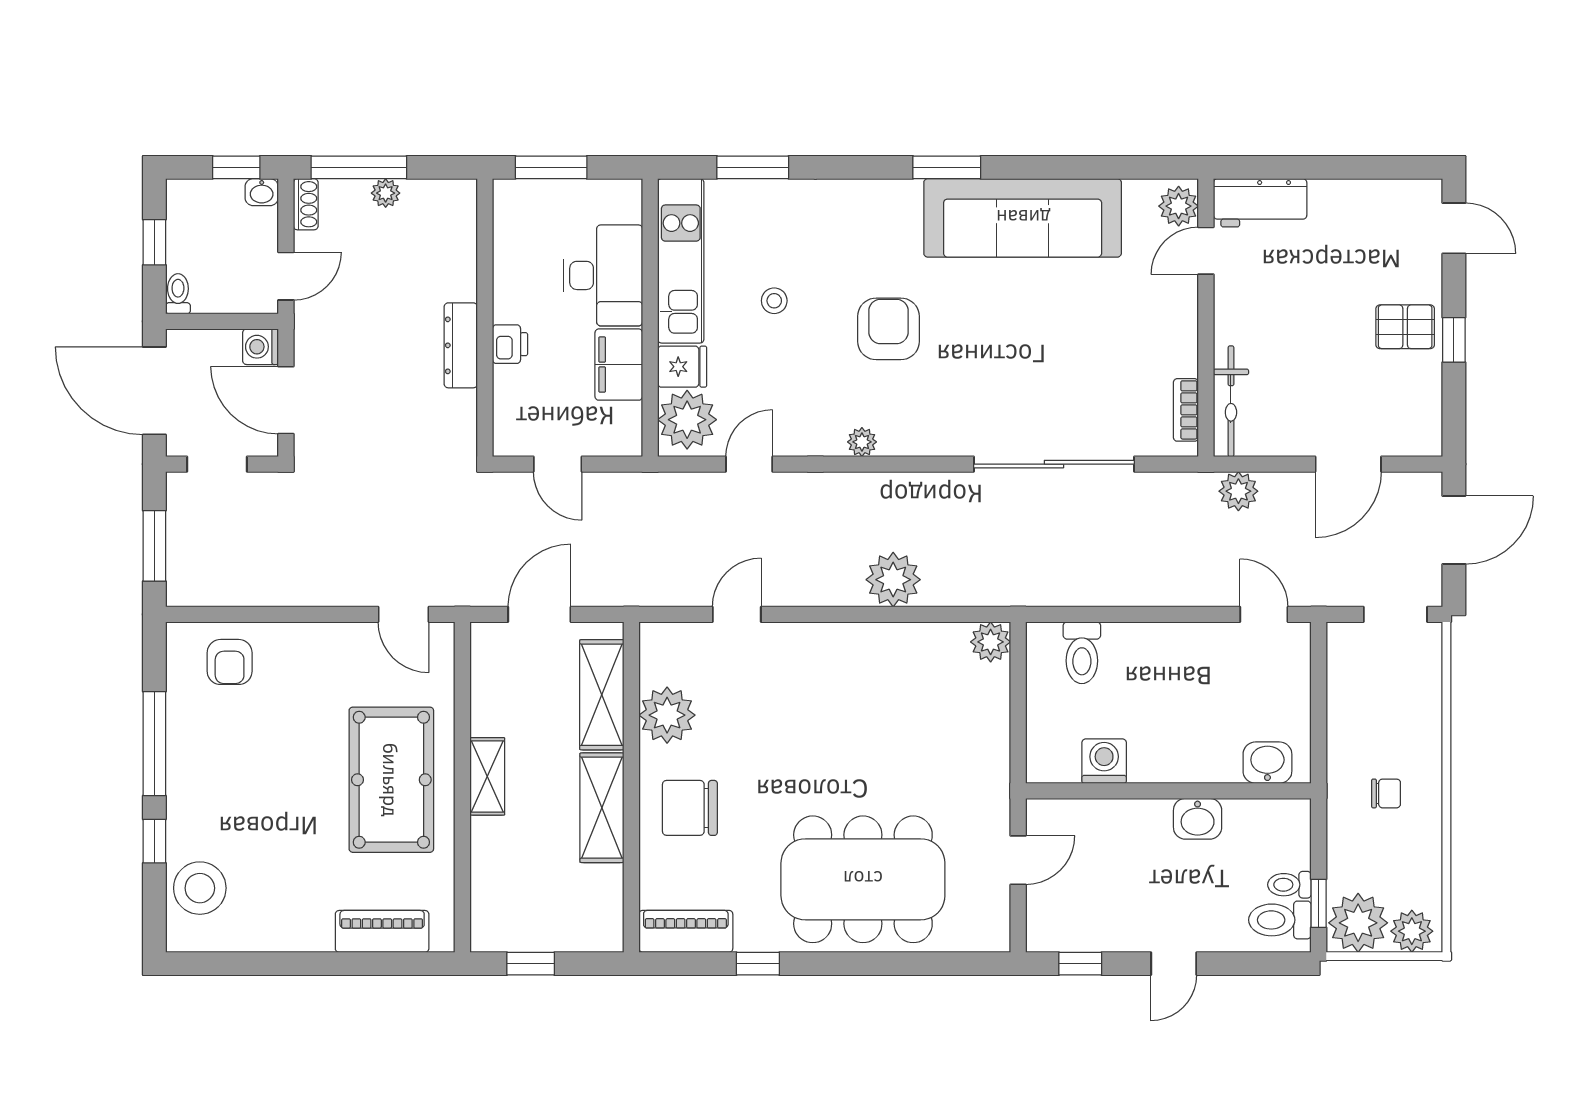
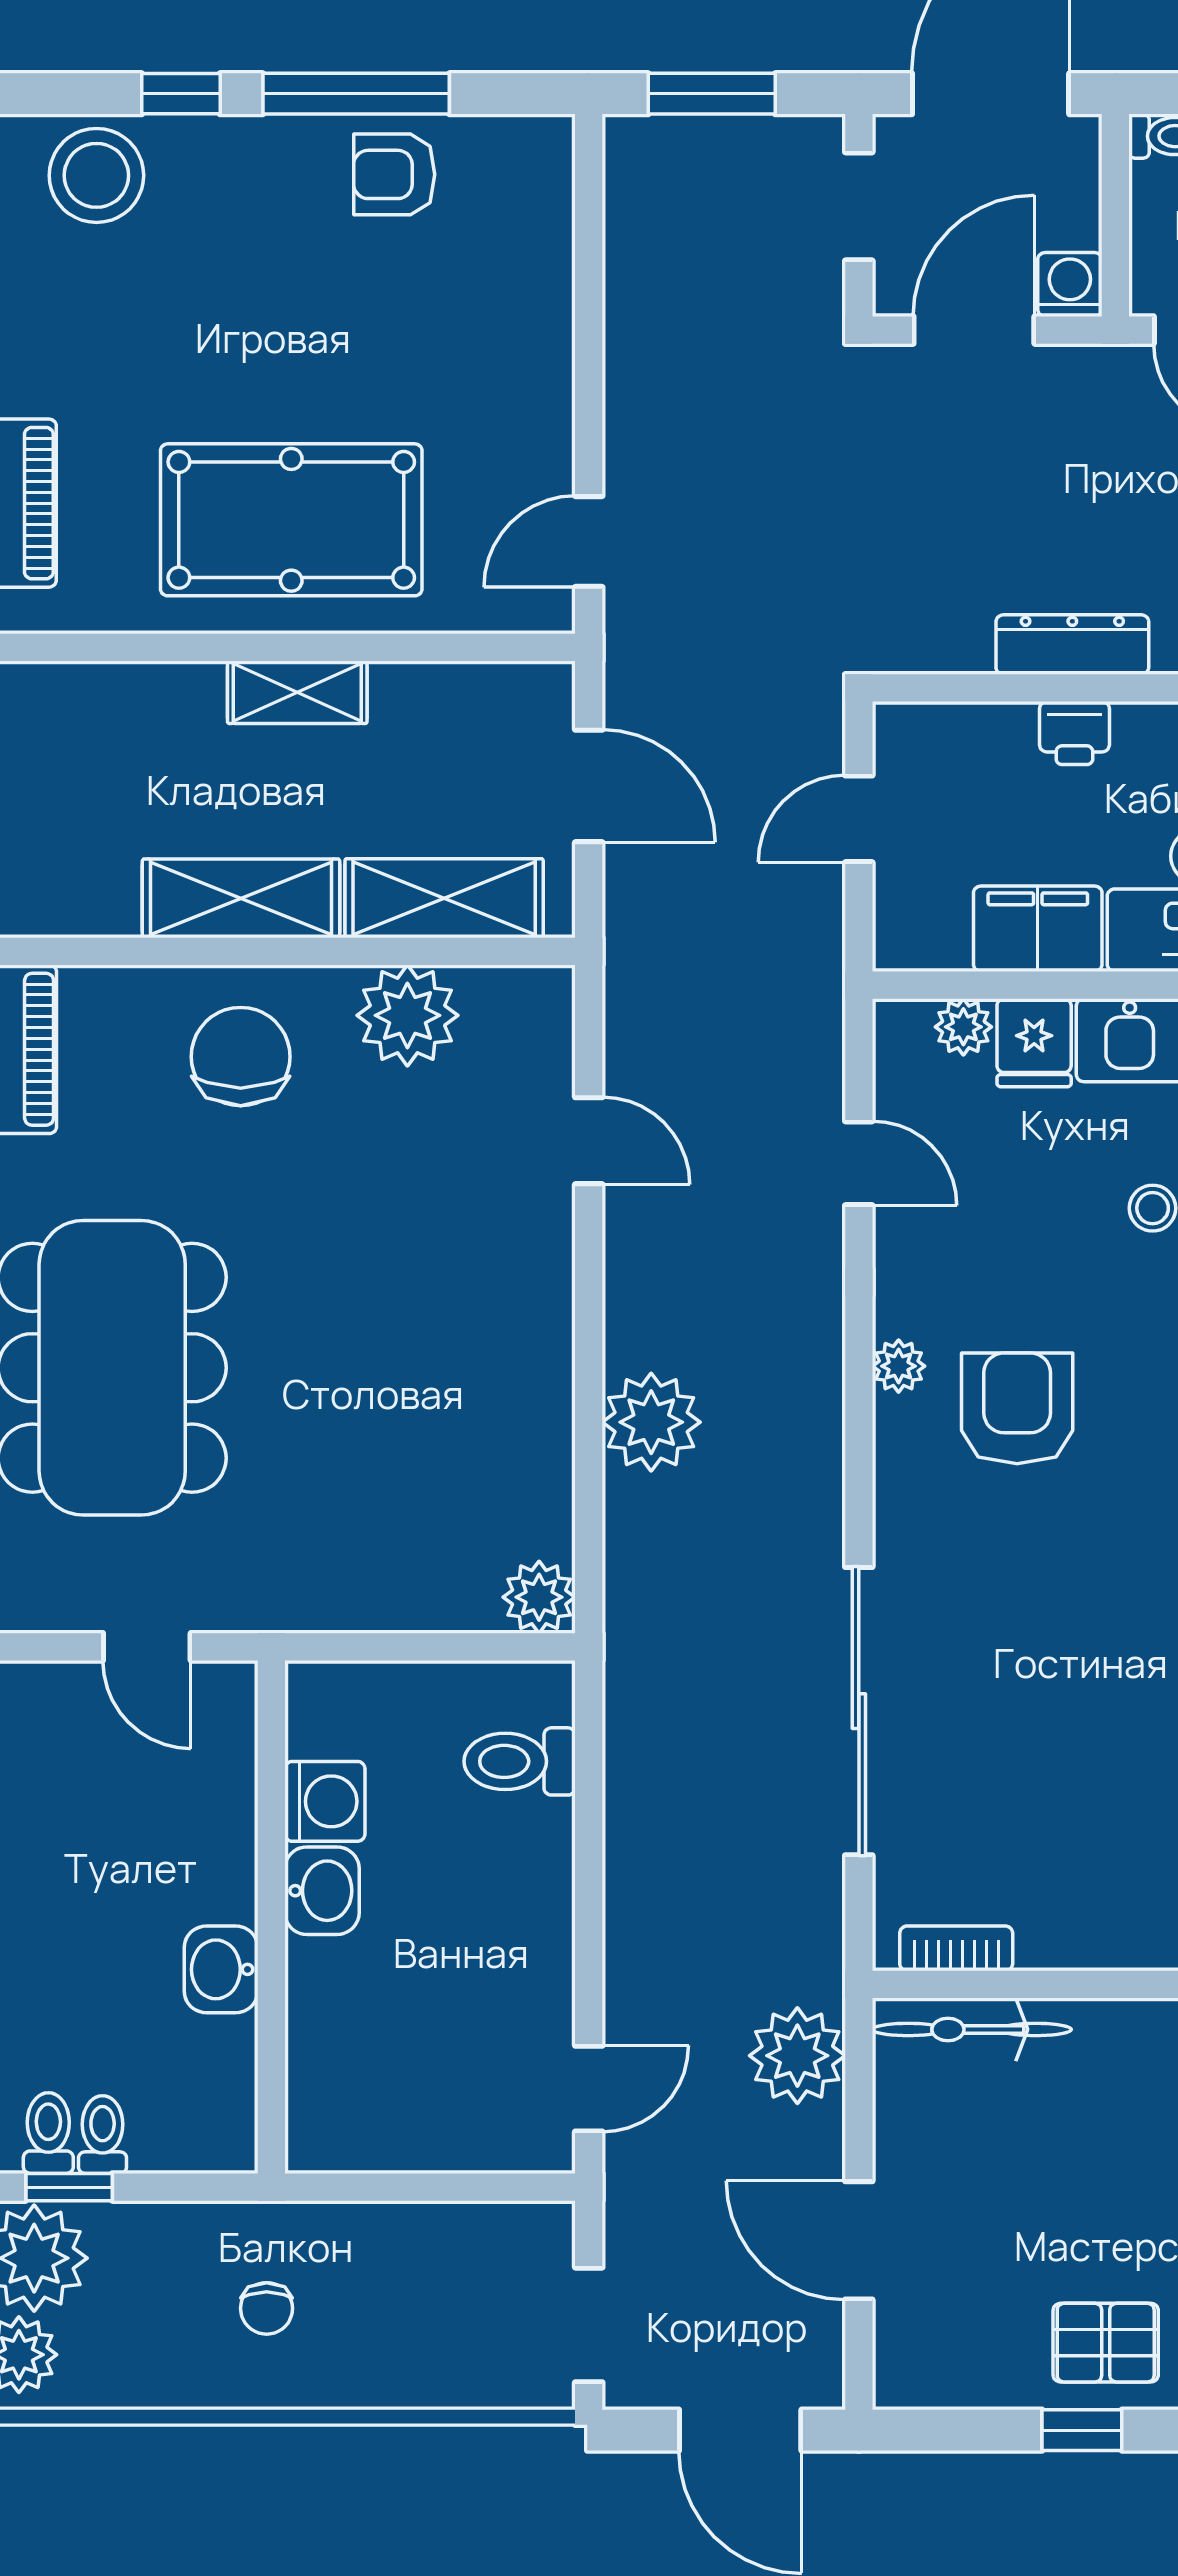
pallet: (1405, 327) -> (1106, 2343), turned 90
armchair: (888, 329) -> (1017, 1408), moved, turned -90
plant: (687, 420) -> (963, 1027), width x0.53, depth x0.53
plant: (1238, 491) -> (797, 2056), width x1.36, depth x1.36
armchair: (230, 662) -> (394, 174), moved
washbasin: (1267, 763) -> (322, 1891), moved
toilet: (1280, 920) -> (48, 2133), width x0.73, depth x0.72

